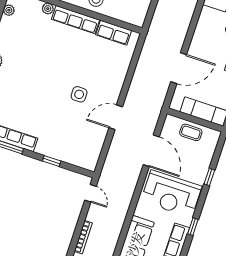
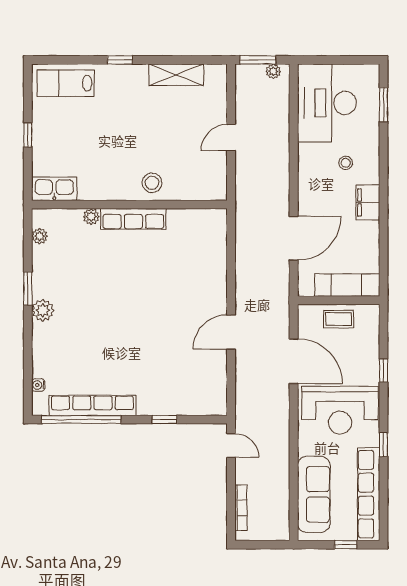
row of seats: (114, 33) -> (191, 220), removed
side table: (79, 94) -> (172, 318), removed

